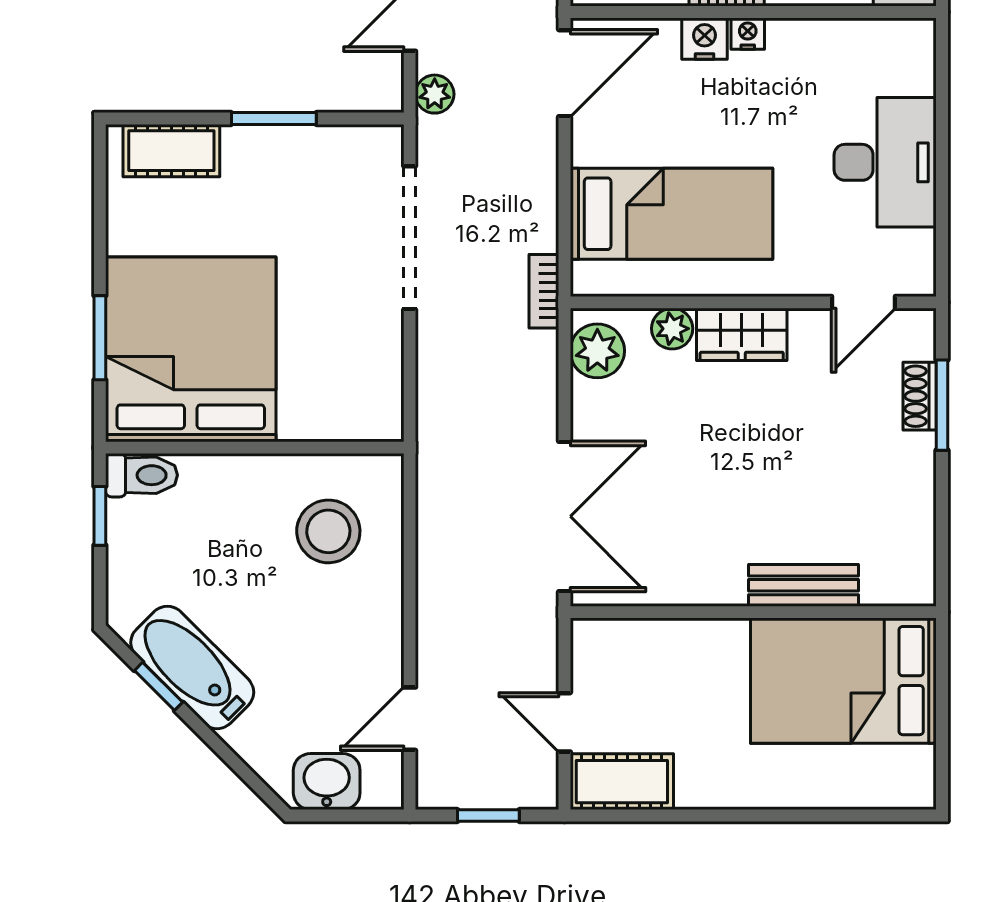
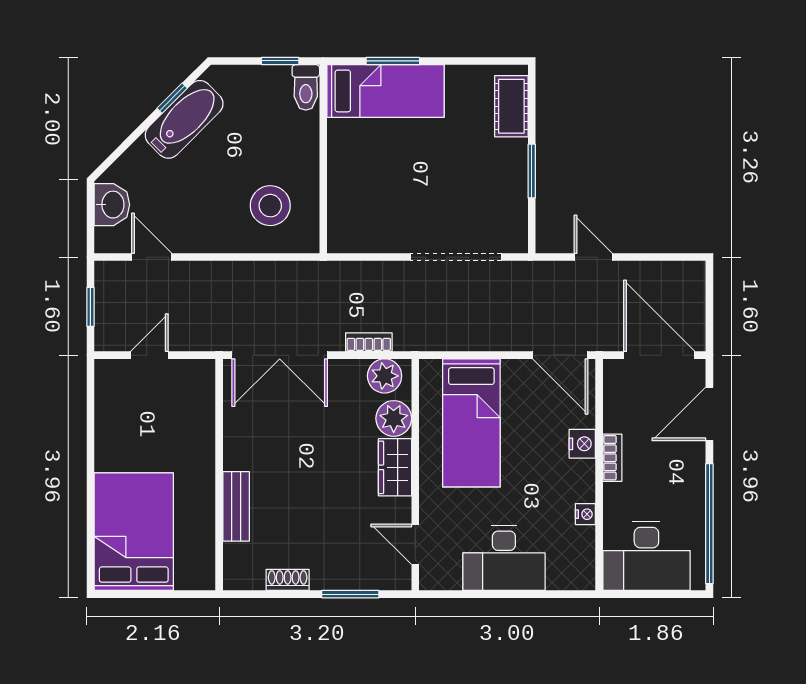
nightstand: (748, 34) -> (585, 514), moved
plant: (435, 94) -> (547, 273), removed
bookcase: (544, 291) -> (369, 342), moved
plant: (672, 329) -> (394, 418), width x1.38, depth x1.38
bed: (191, 349) -> (386, 91), width x0.49
shoe rack: (920, 396) -> (288, 580), moved
bed: (843, 681) -> (134, 532), moved
cot: (622, 782) -> (112, 391), removed

